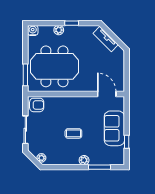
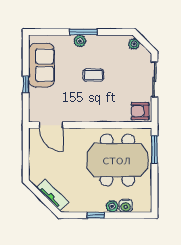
water cooler: (33, 30) -> (126, 206), moved
sofa: (114, 128) -> (41, 65), moved
window: (127, 142) -> (26, 84), moved
window: (99, 167) -> (83, 32), moved

